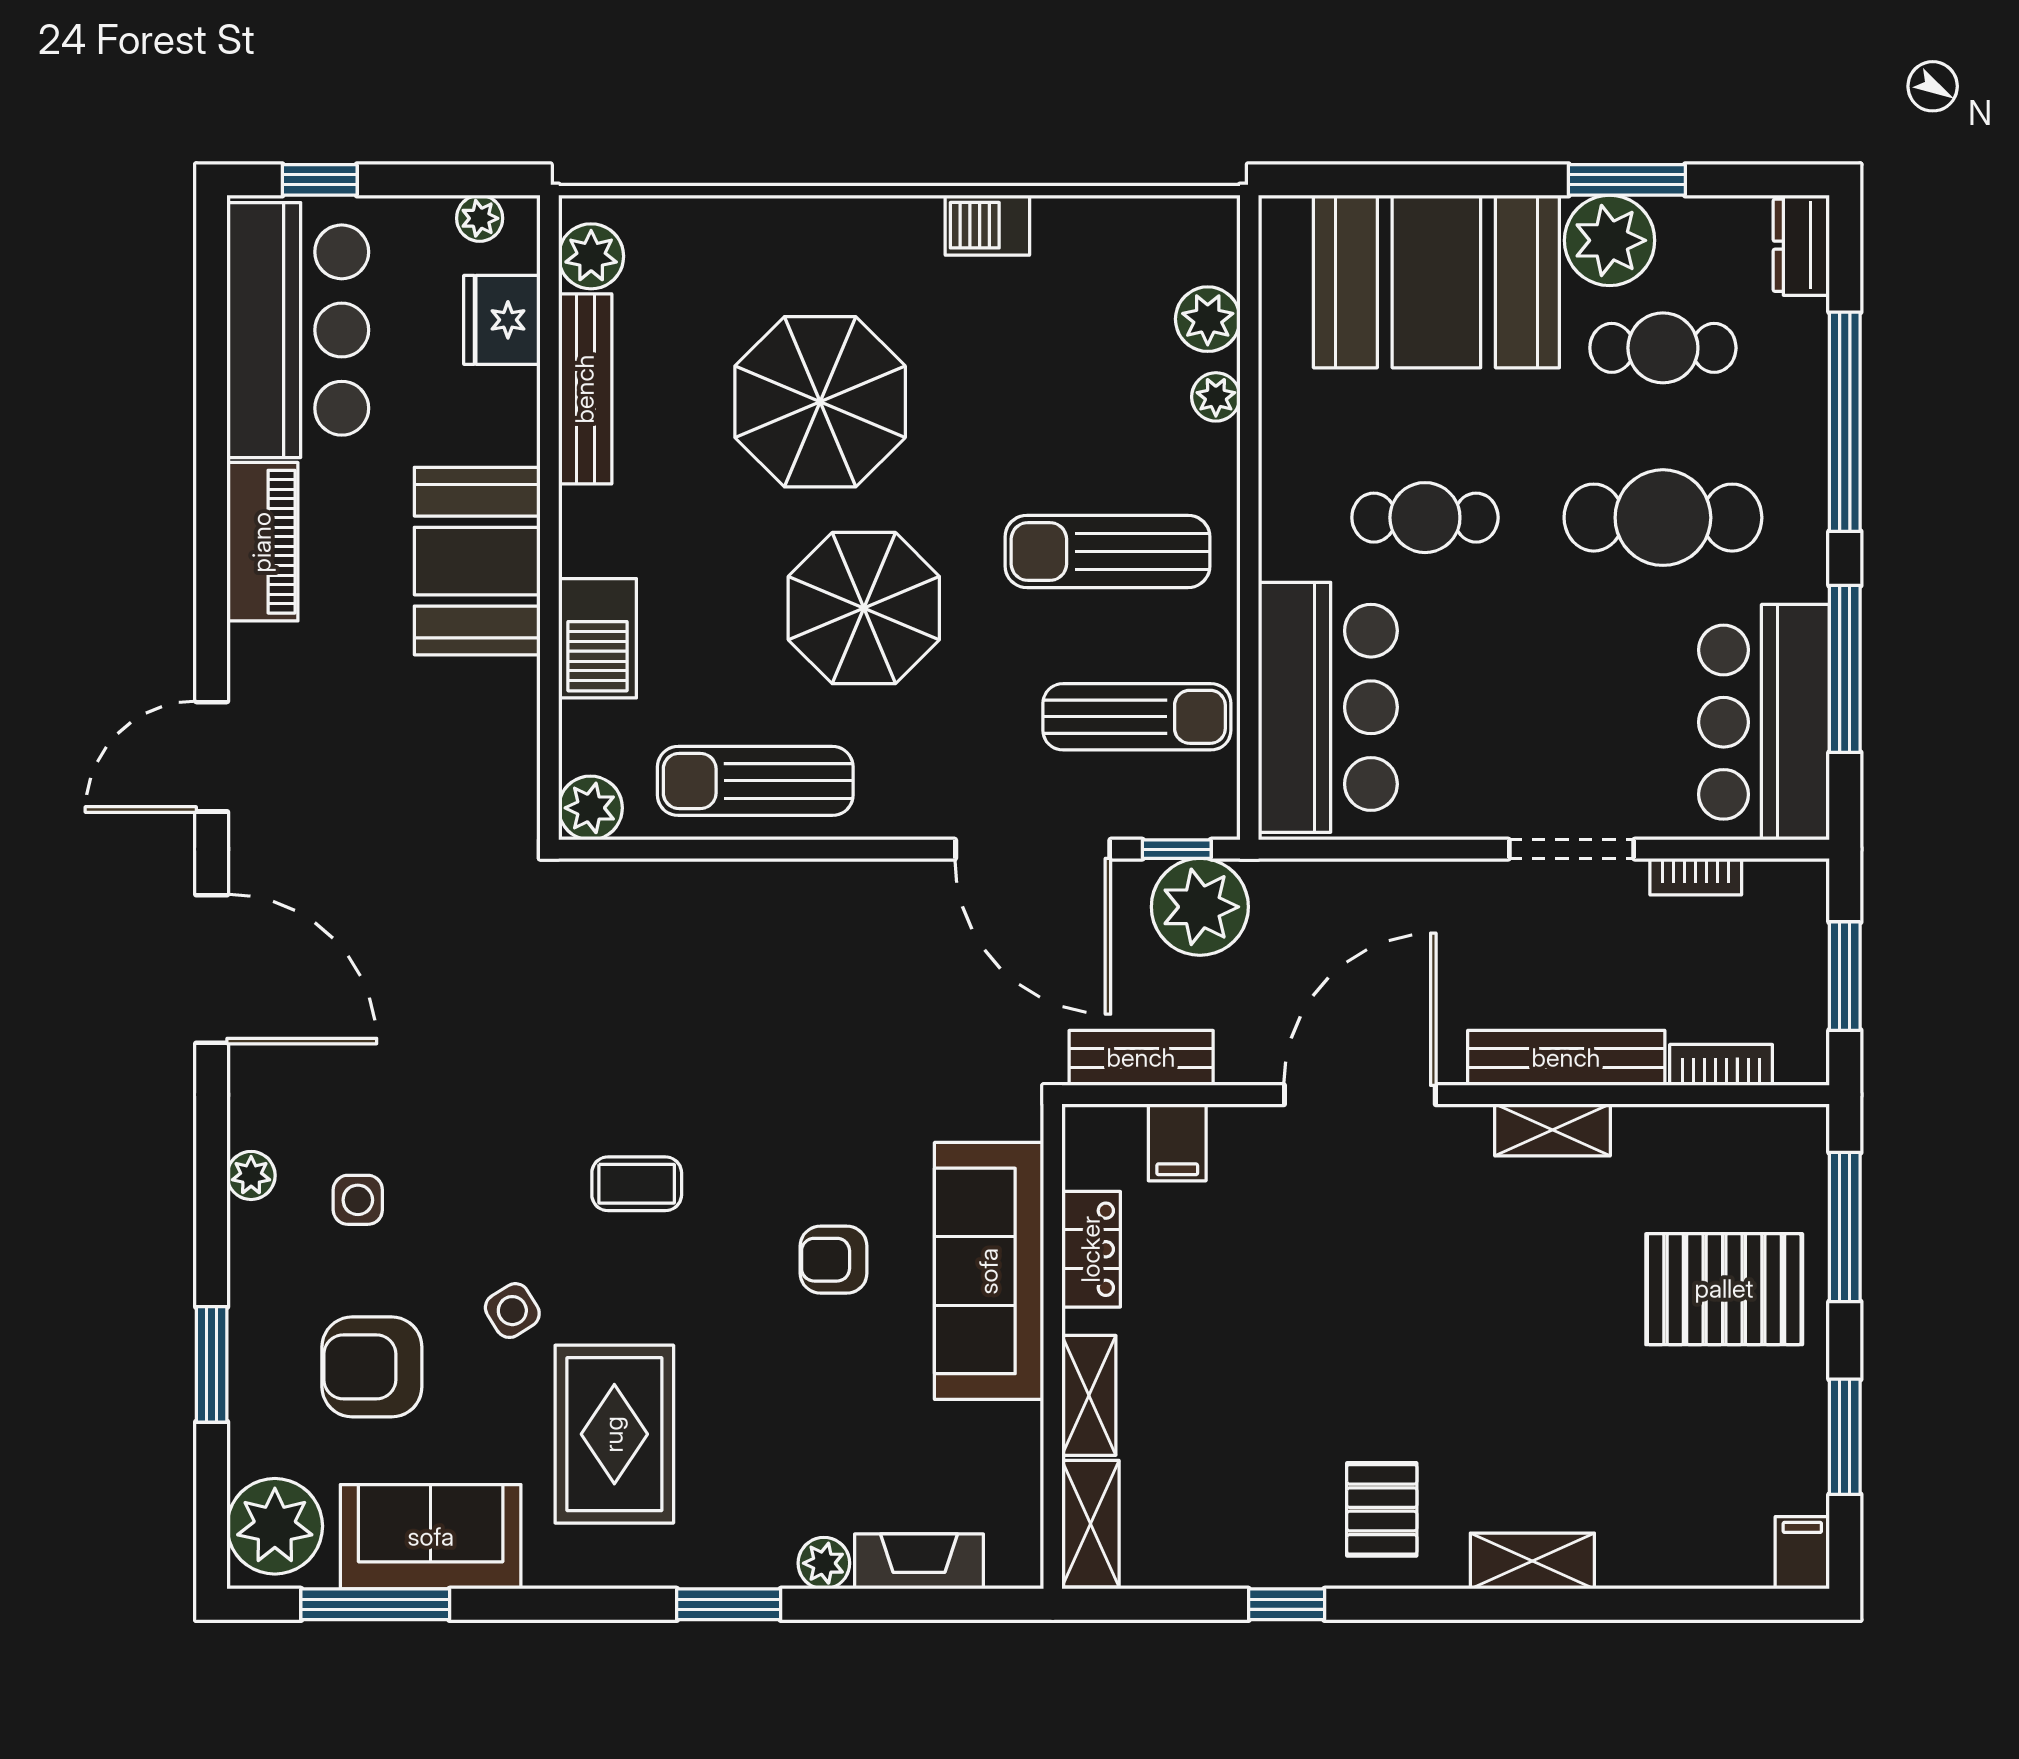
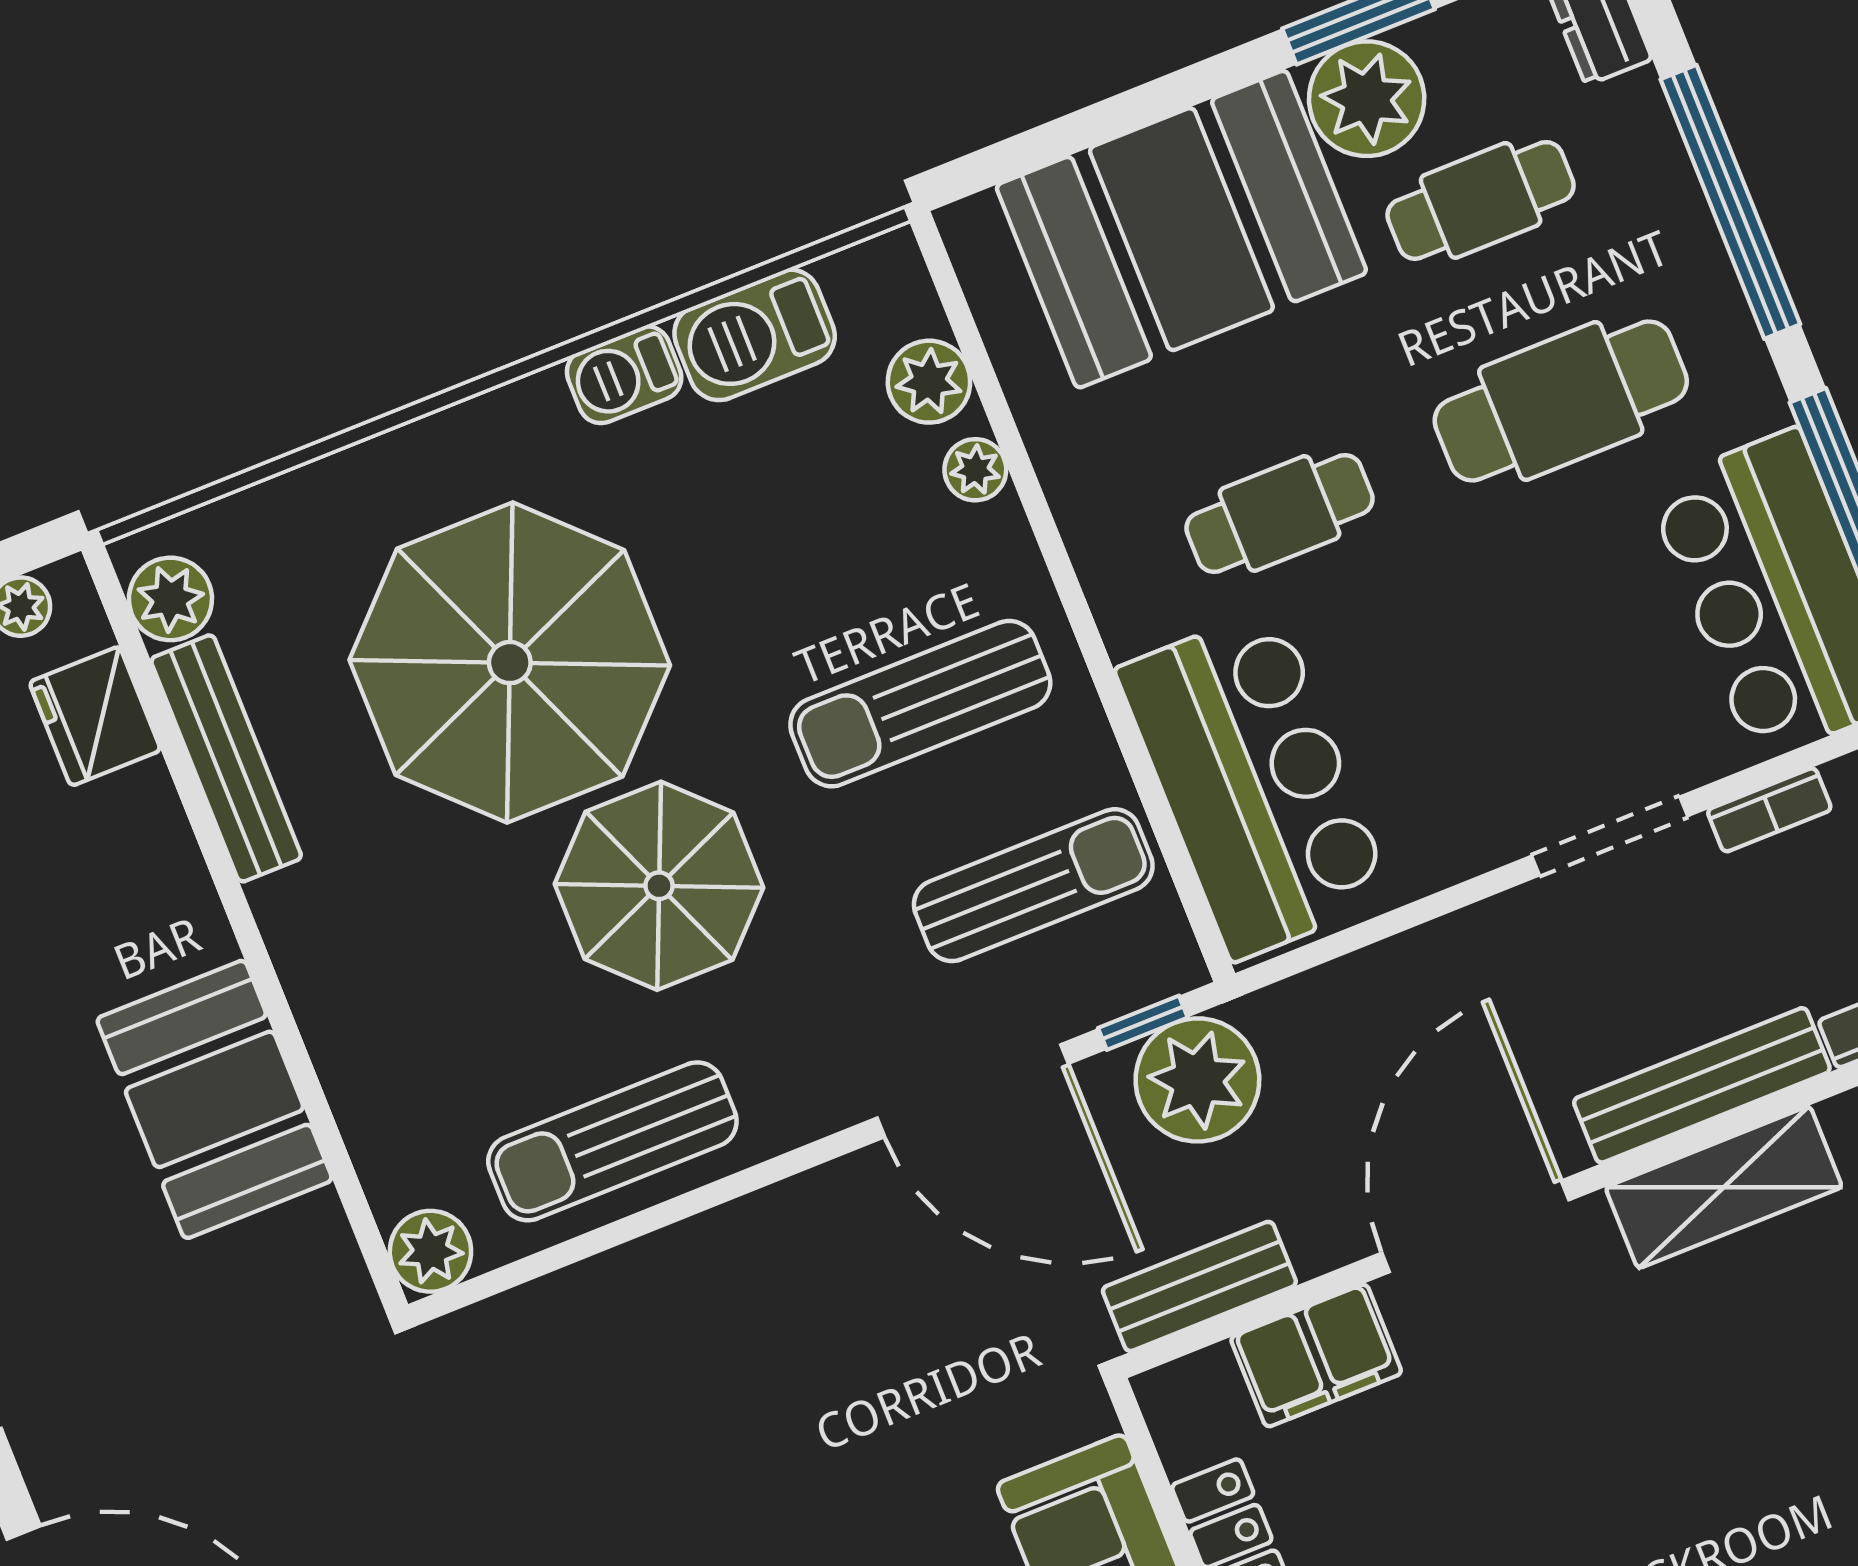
parasol: (820, 402) -> (510, 663), width x1.36, depth x1.36
booth: (477, 561) -> (215, 1099), moved
barbecue: (597, 638) -> (755, 335), moved, turned 90
shelving: (1552, 1130) -> (1724, 1187), width x1.50, depth x1.33
filing cabinet: (1177, 1142) -> (1316, 1355), width x2.00

